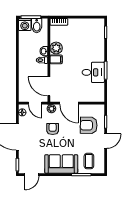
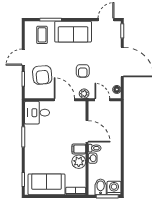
sofa: (85, 28) -> (47, 184), added
desk: (93, 72) -> (37, 113), moved
door: (49, 86) -> (87, 131), moved
armchair: (89, 125) -> (42, 75), turned 84

